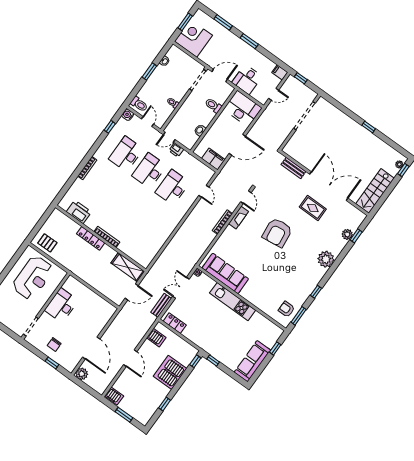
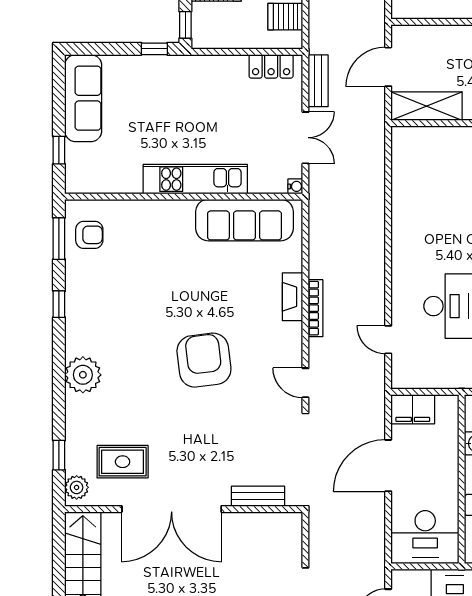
rug: (313, 208) -> (123, 462), moved
fireplace: (239, 218) -> (293, 297), moved
plant: (347, 234) -> (77, 487), moved

